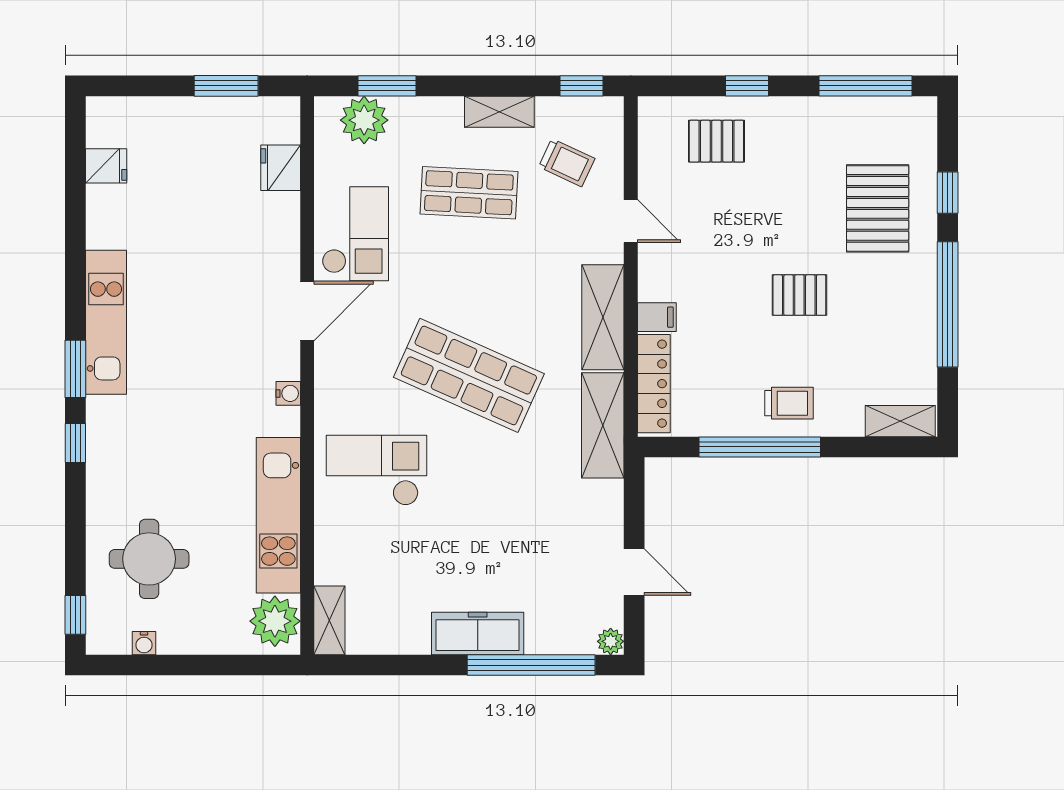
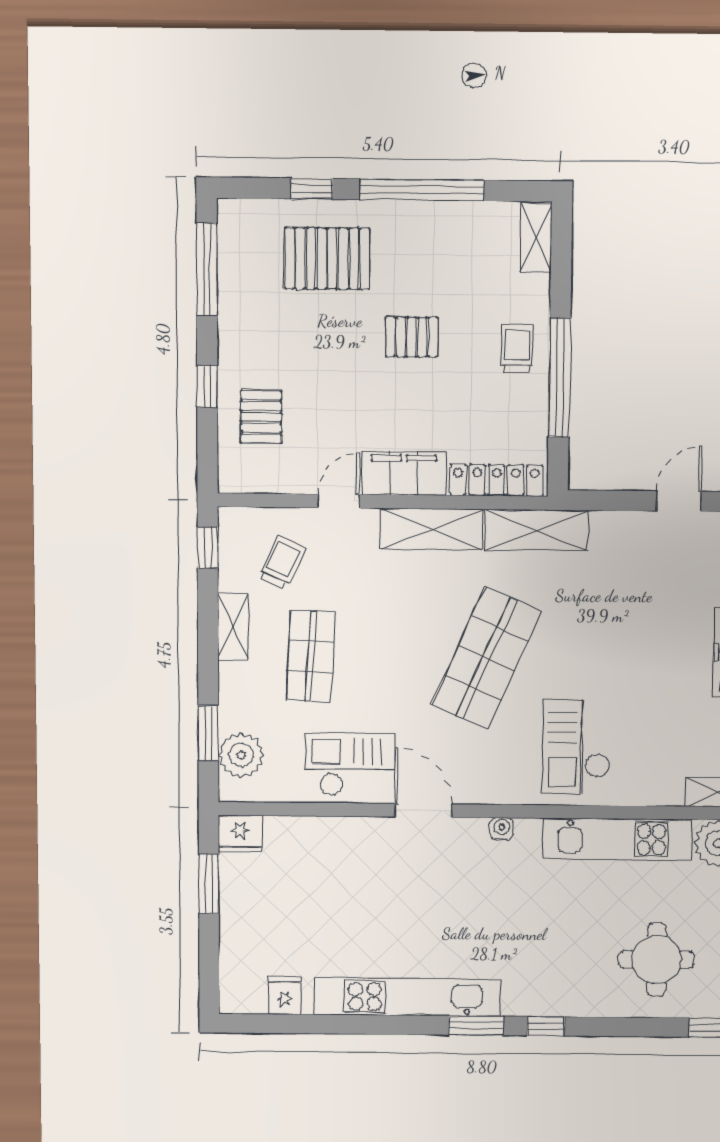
fridge: (281, 168) -> (240, 834), moved
pallet: (799, 295) -> (412, 337), turned 90
filing cabinet: (657, 317) -> (404, 473), width x3.00, depth x1.17
kitchen unit: (106, 322) -> (408, 997), width x1.36

